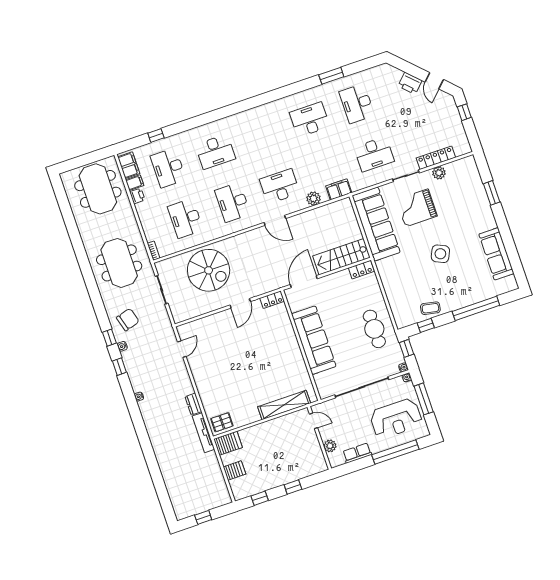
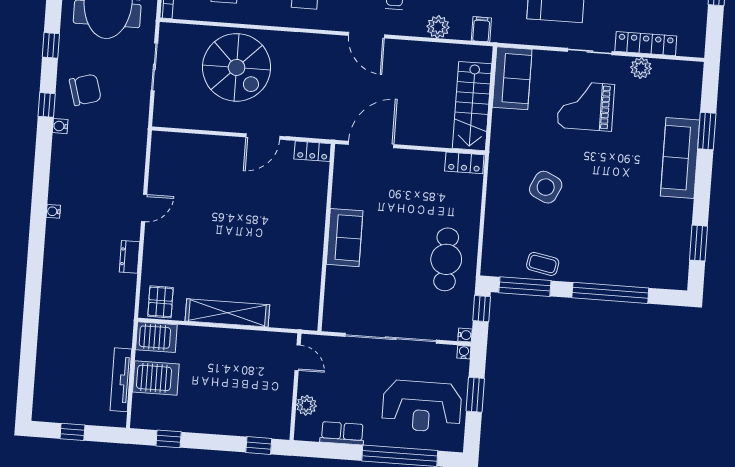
filing cabinet: (339, 189) -> (481, 29), width x0.50
sofa: (376, 224) -> (512, 78), width x0.54, depth x0.79
side table: (440, 254) -> (546, 187), moved
sofa: (496, 254) -> (680, 158), moved
stairs: (341, 257) -> (472, 106), moved, turned -90
window: (514, 259) -> (699, 243), added
window: (426, 325) -> (525, 287), width x2.17
sofa: (314, 340) -> (345, 238), width x0.54, depth x0.79
door: (182, 349) -> (144, 208), moved
window: (119, 367) -> (51, 45), moved
window: (424, 399) -> (475, 395), width x0.69
shelving: (284, 405) -> (227, 313), moved
pallet: (222, 422) -> (161, 302), turned 90
tv unit: (203, 433) -> (121, 380), moved
server rack: (235, 471) -> (156, 378), width x1.36, depth x1.44
window: (293, 487) -> (259, 445), moved

